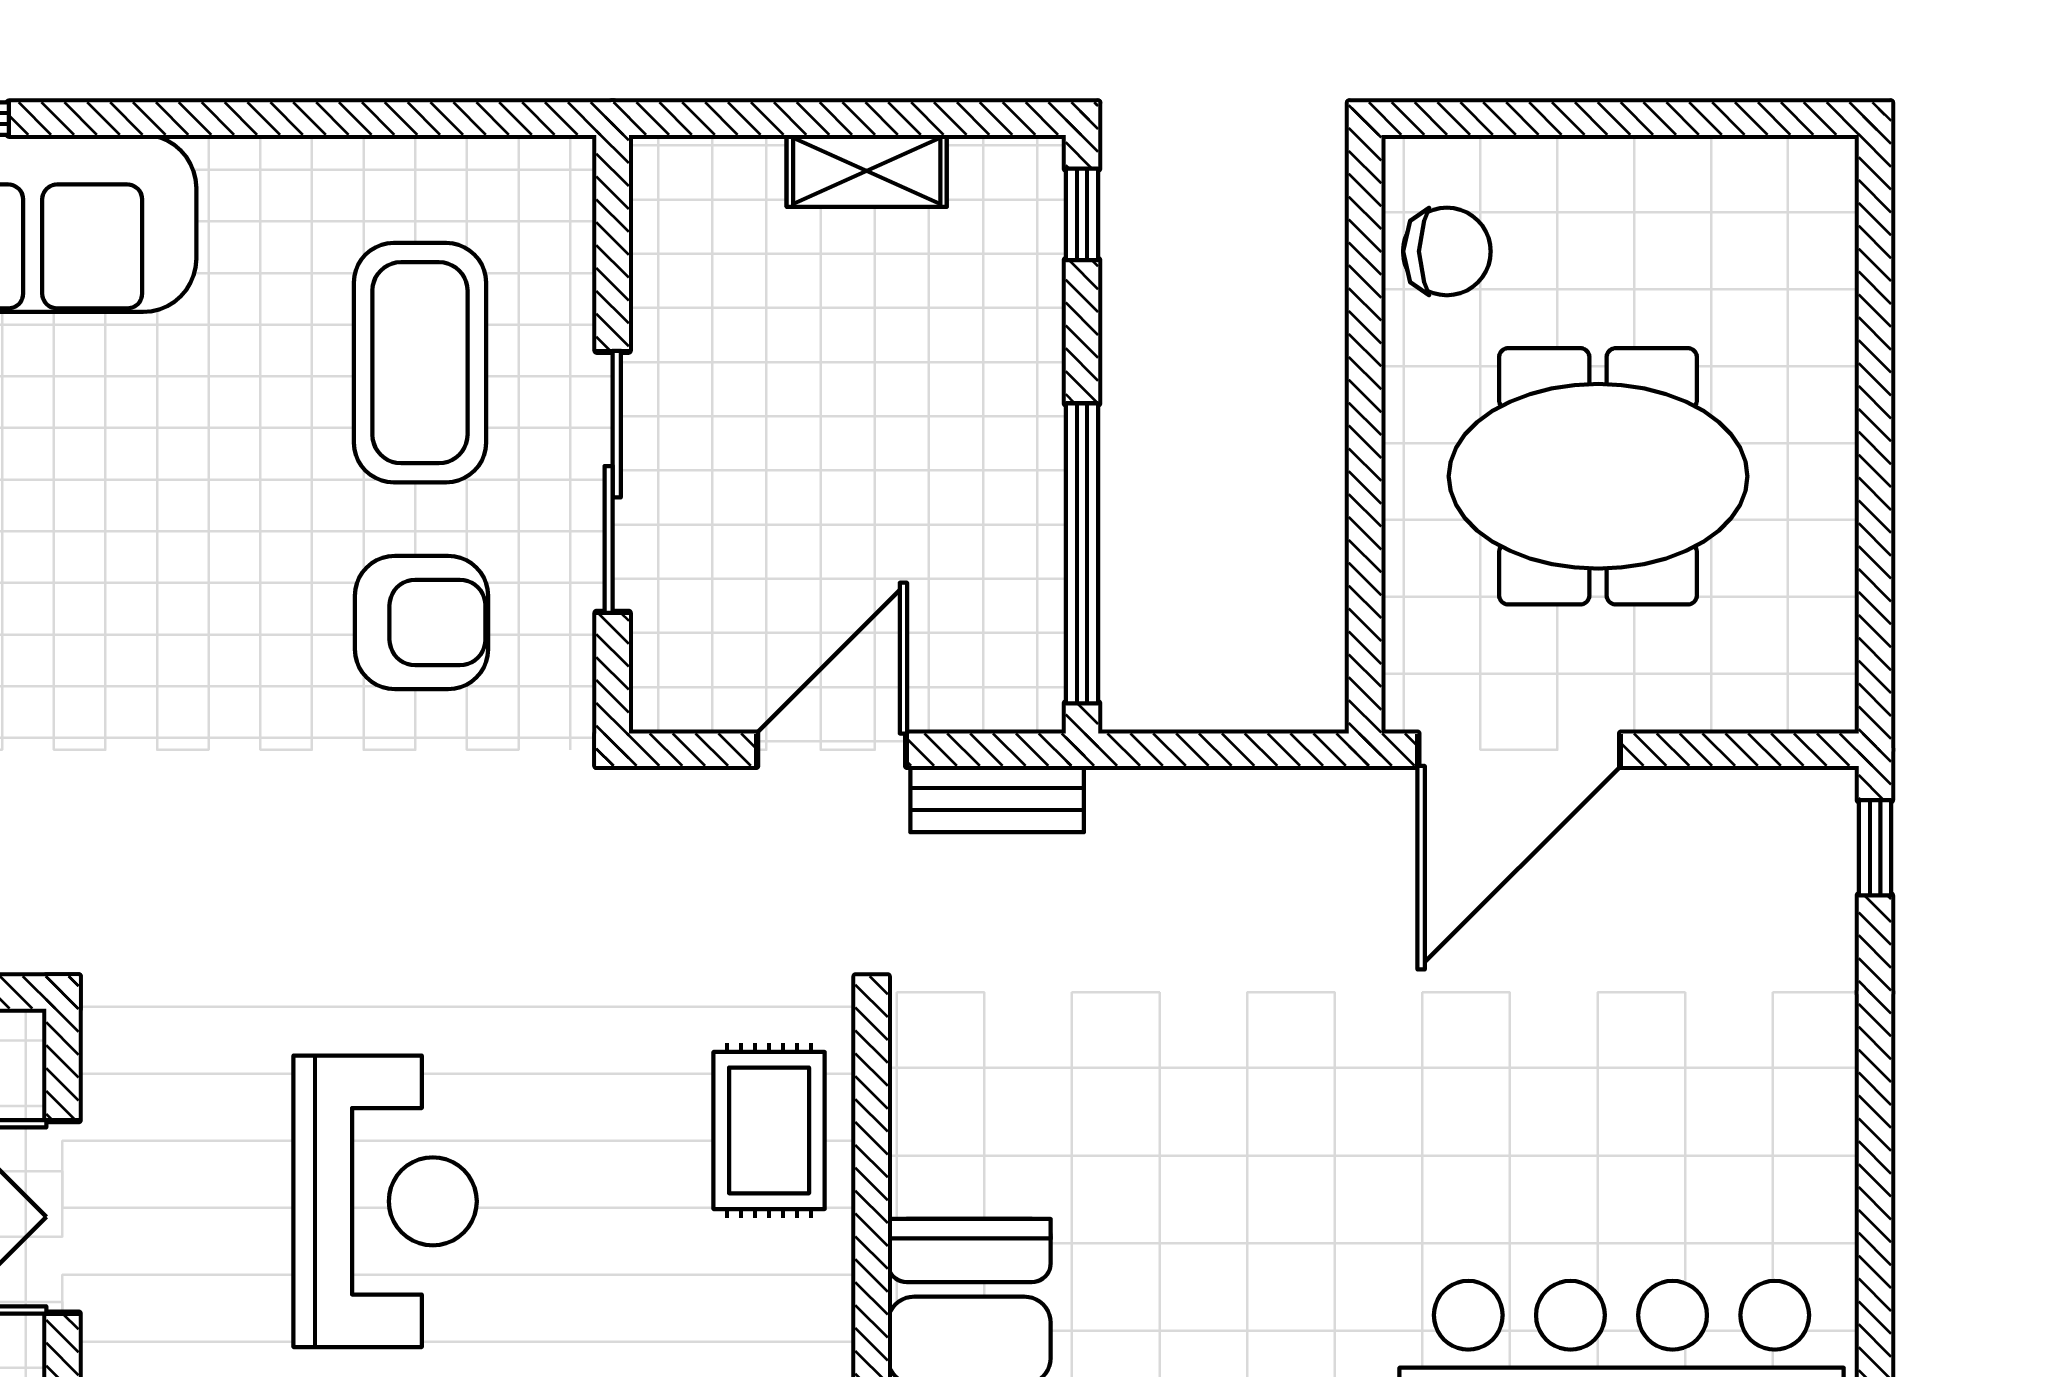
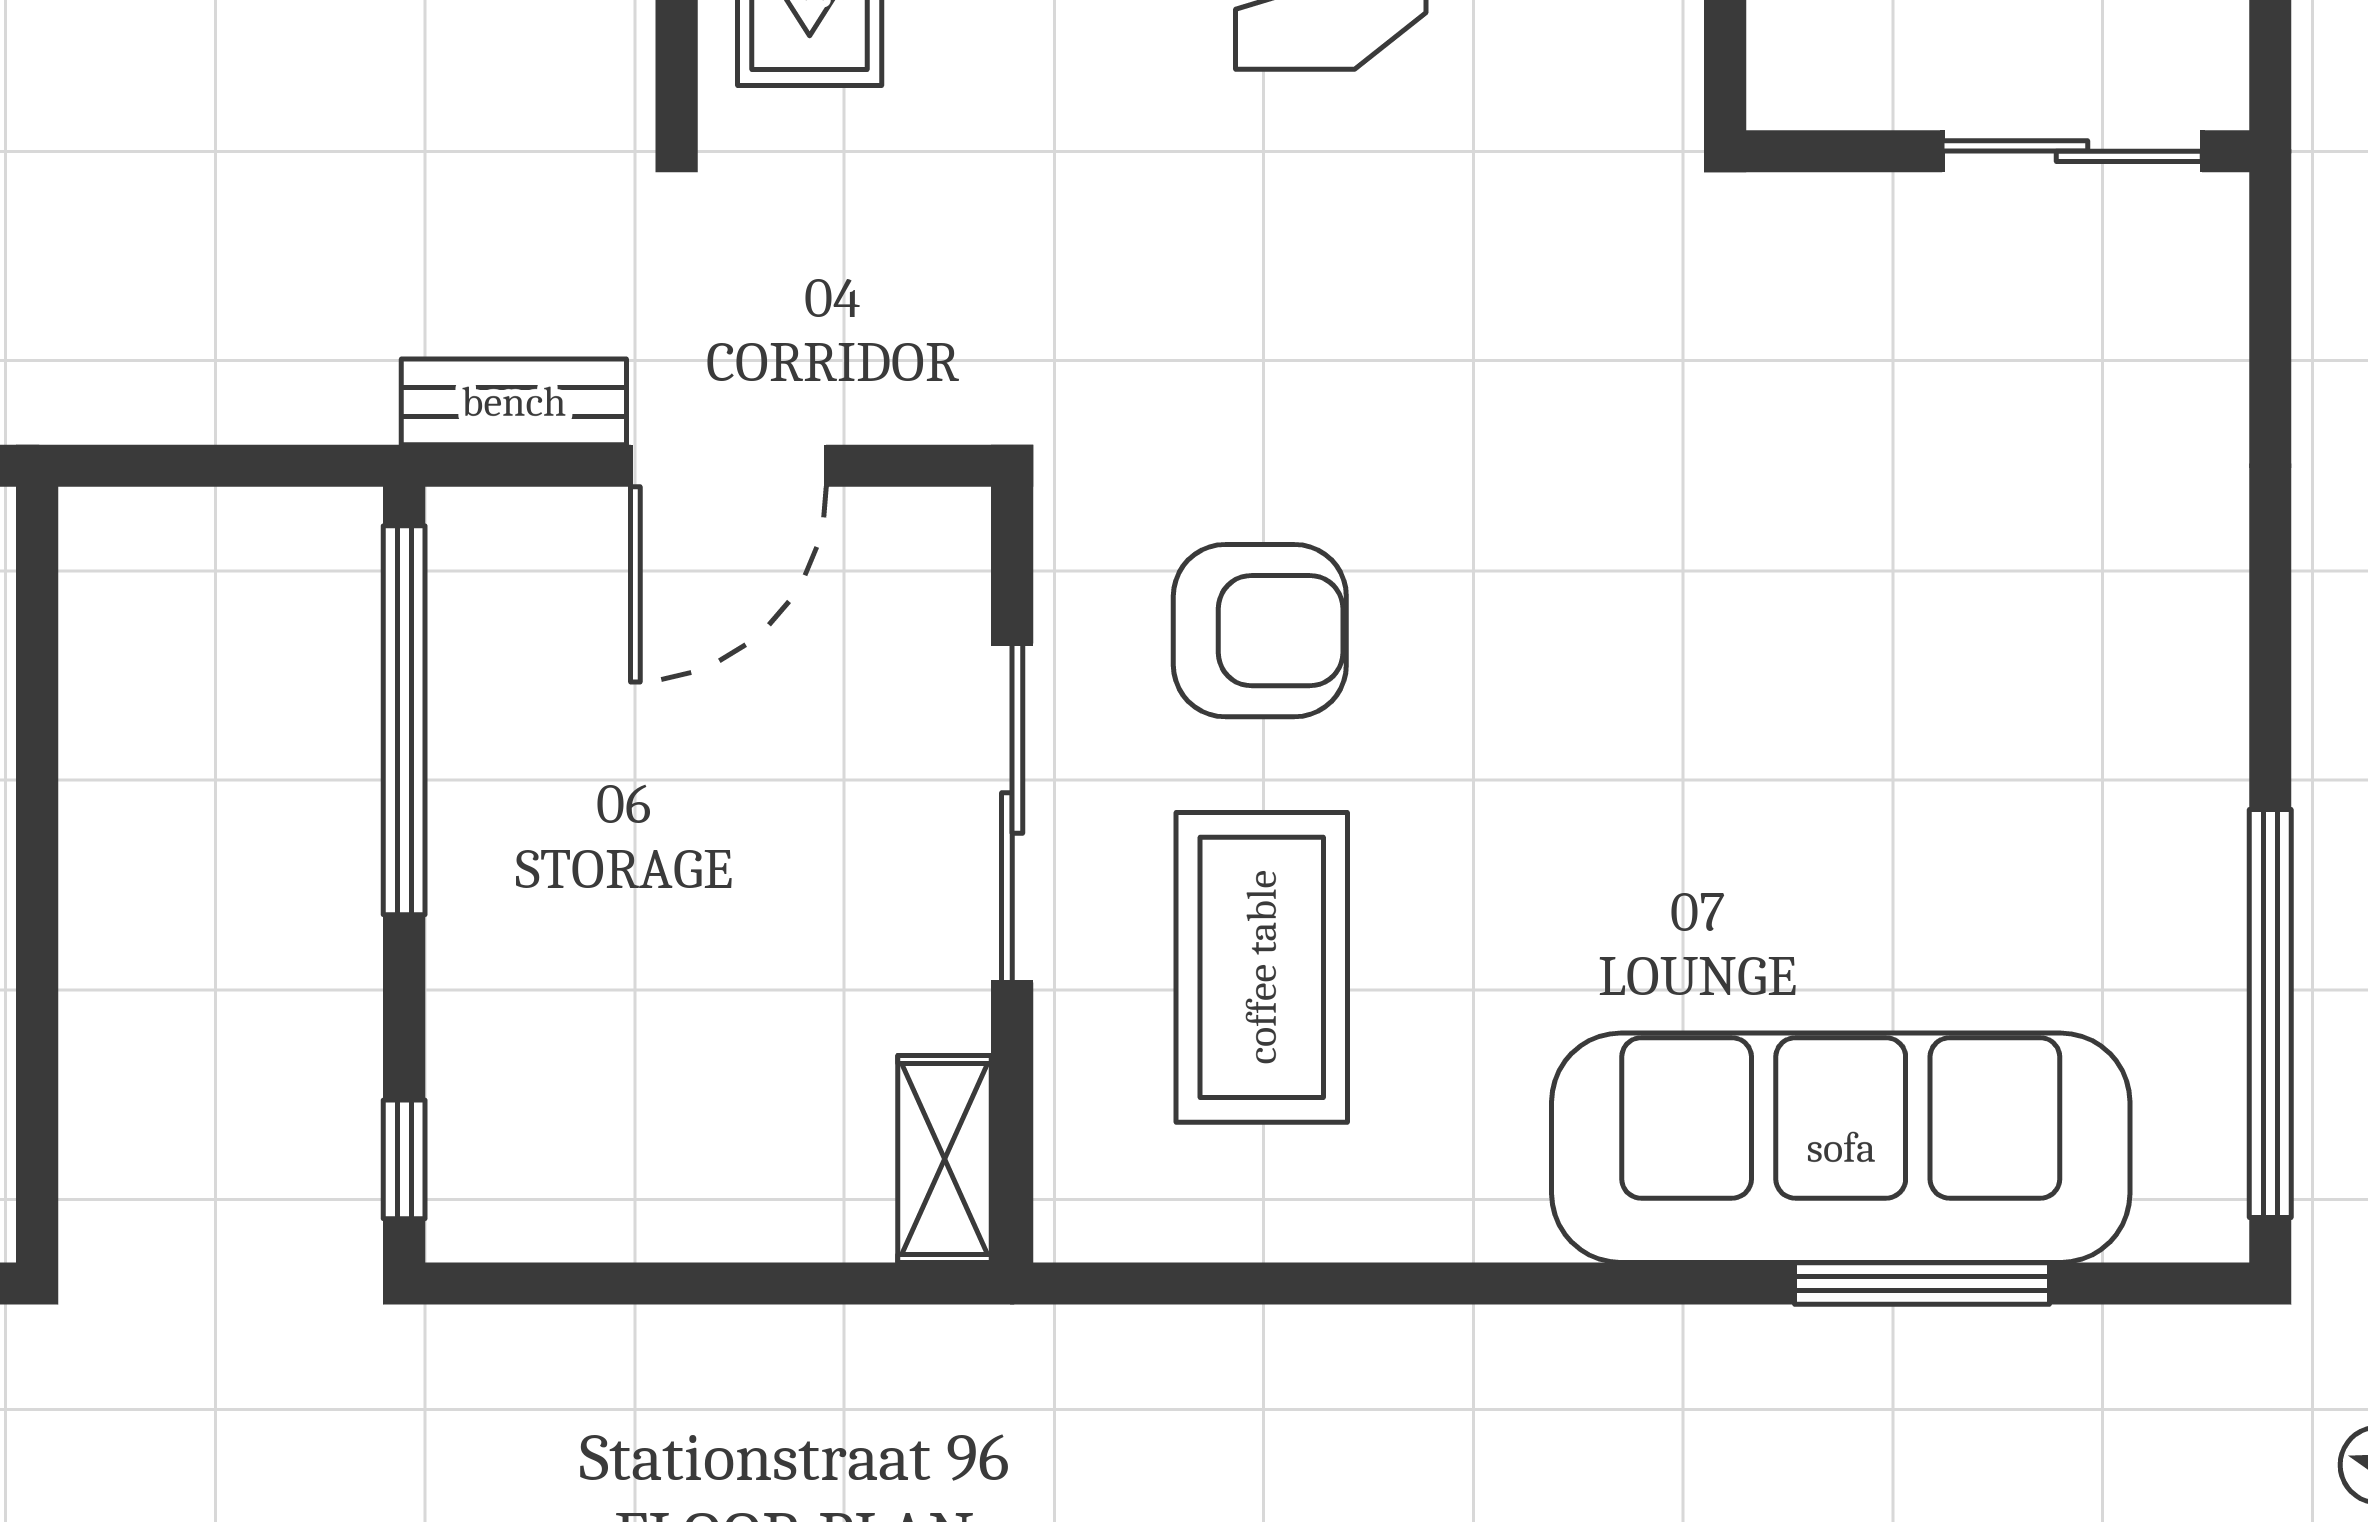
shelving: (867, 171) -> (945, 1159), moved, turned 90
armchair: (421, 623) -> (1260, 631), turned 180

